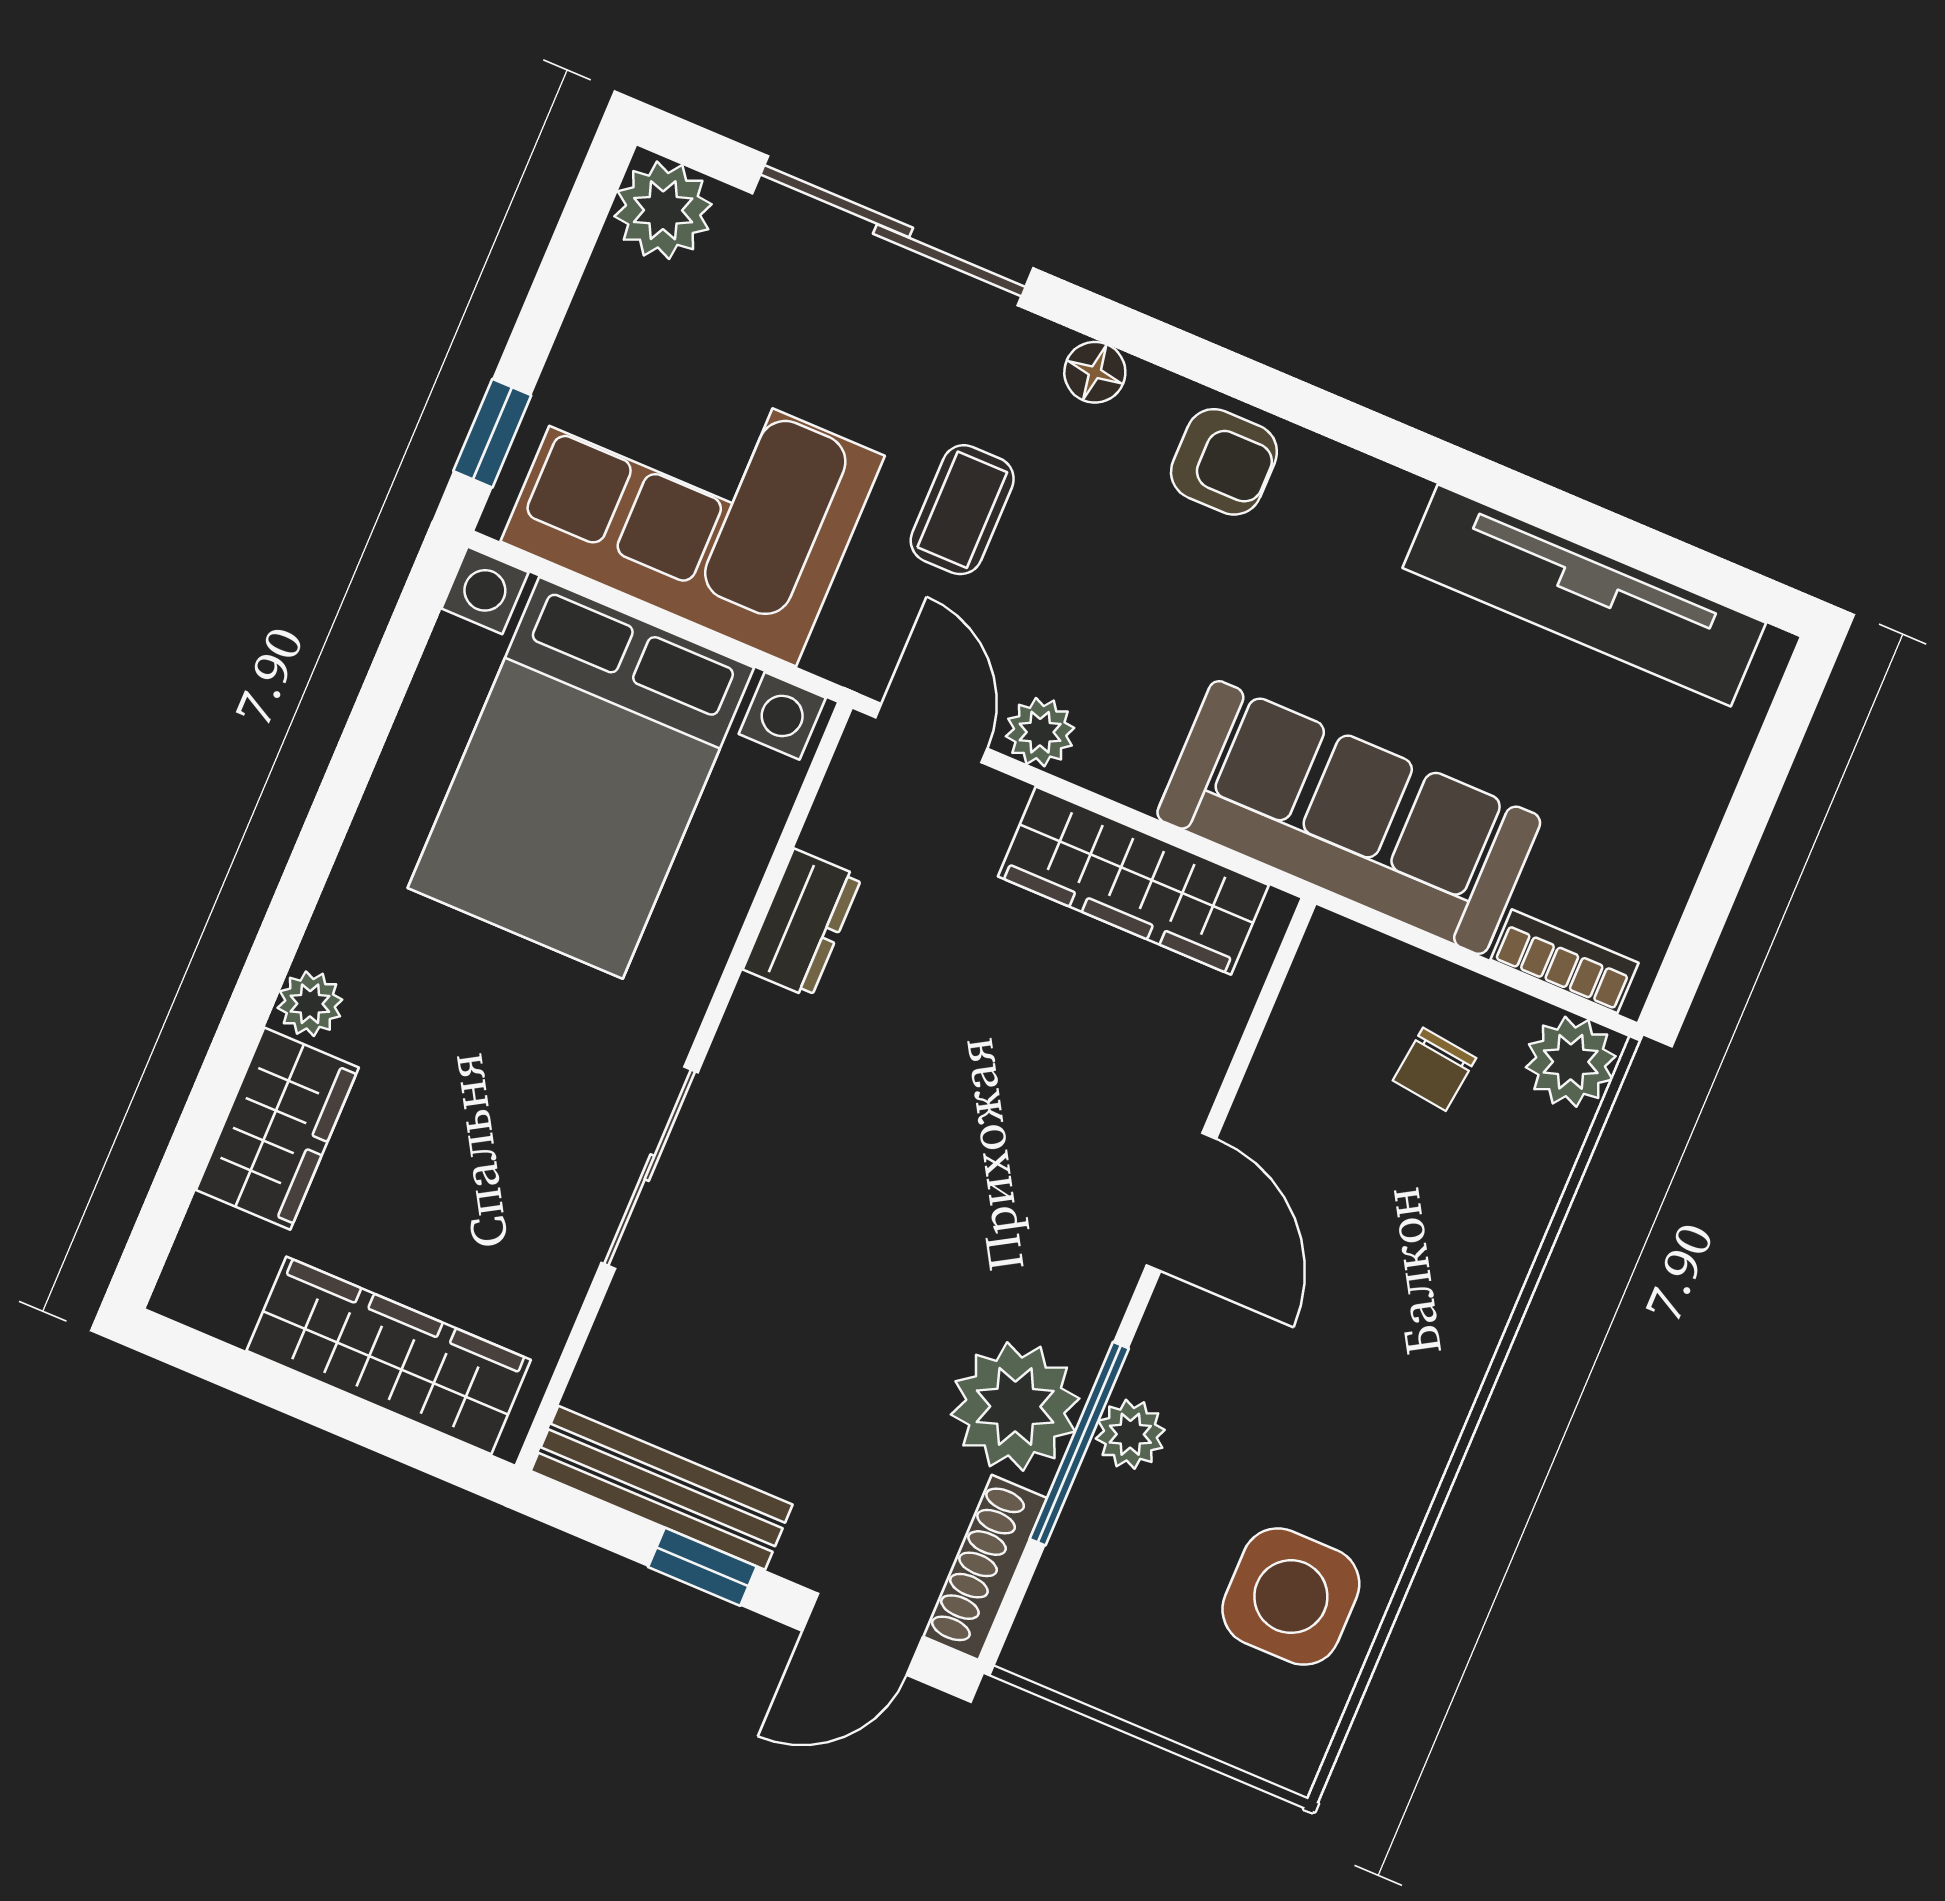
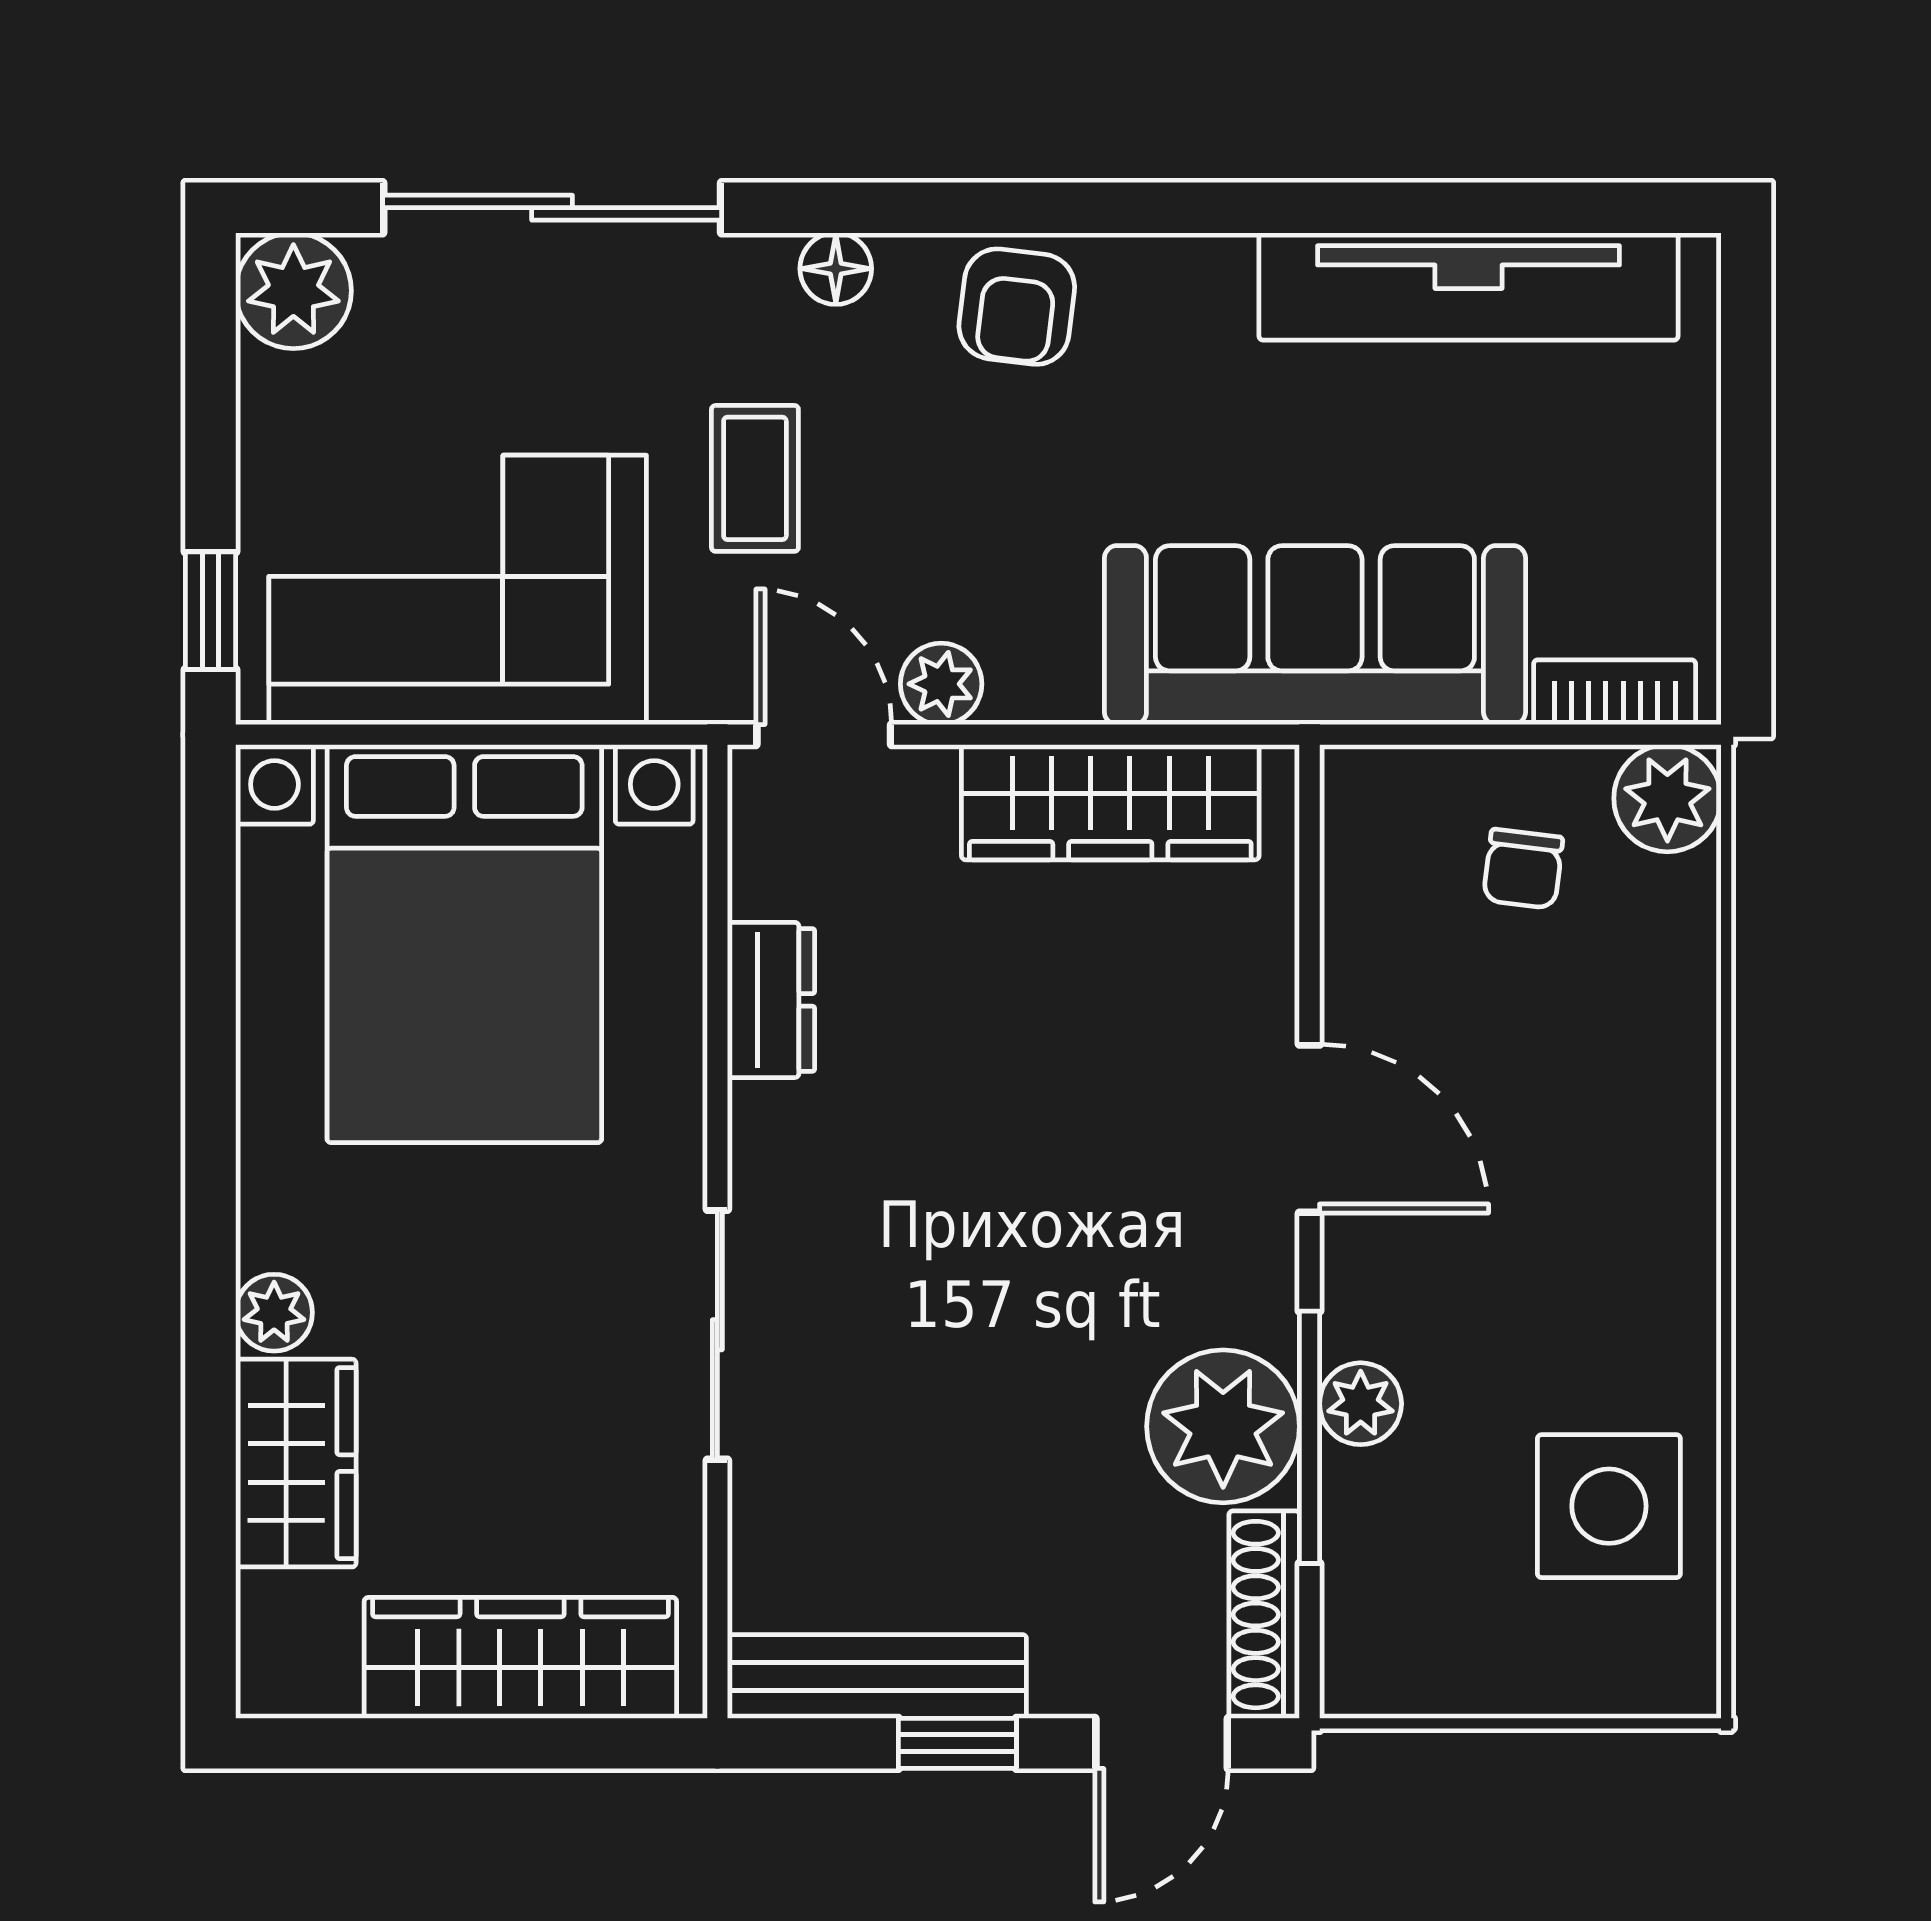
armchair: (1224, 462) -> (1017, 307), turned 97

